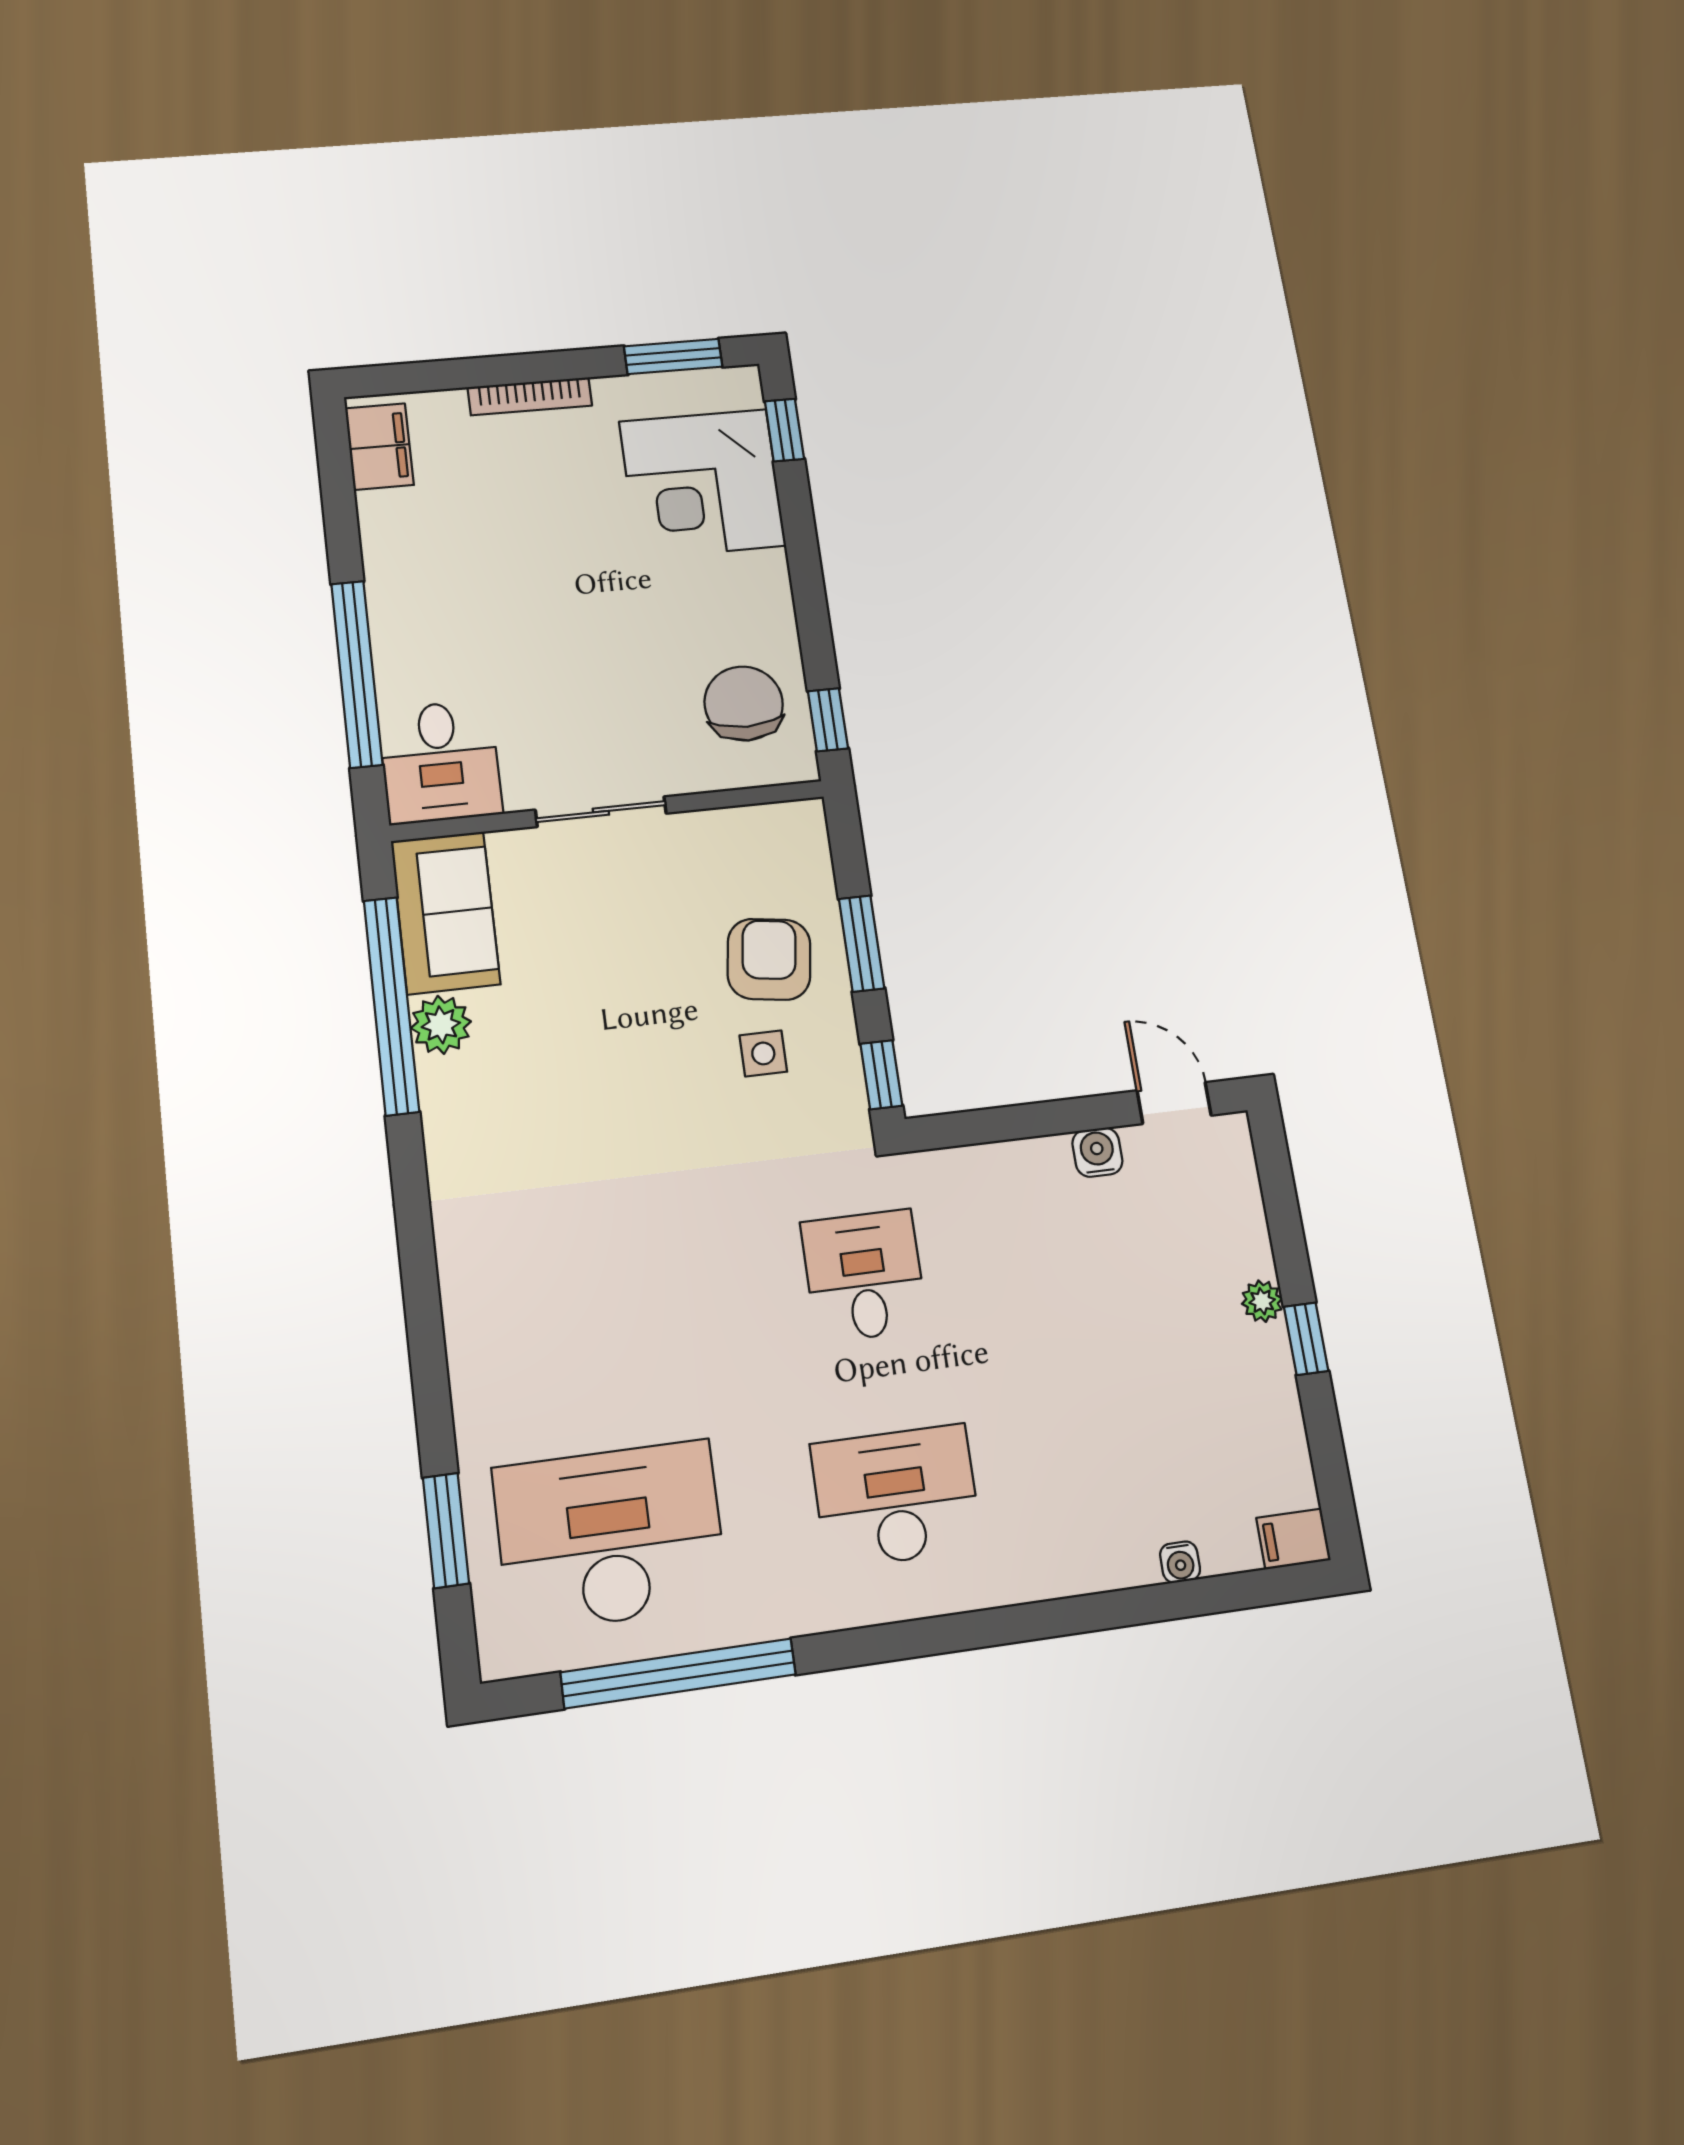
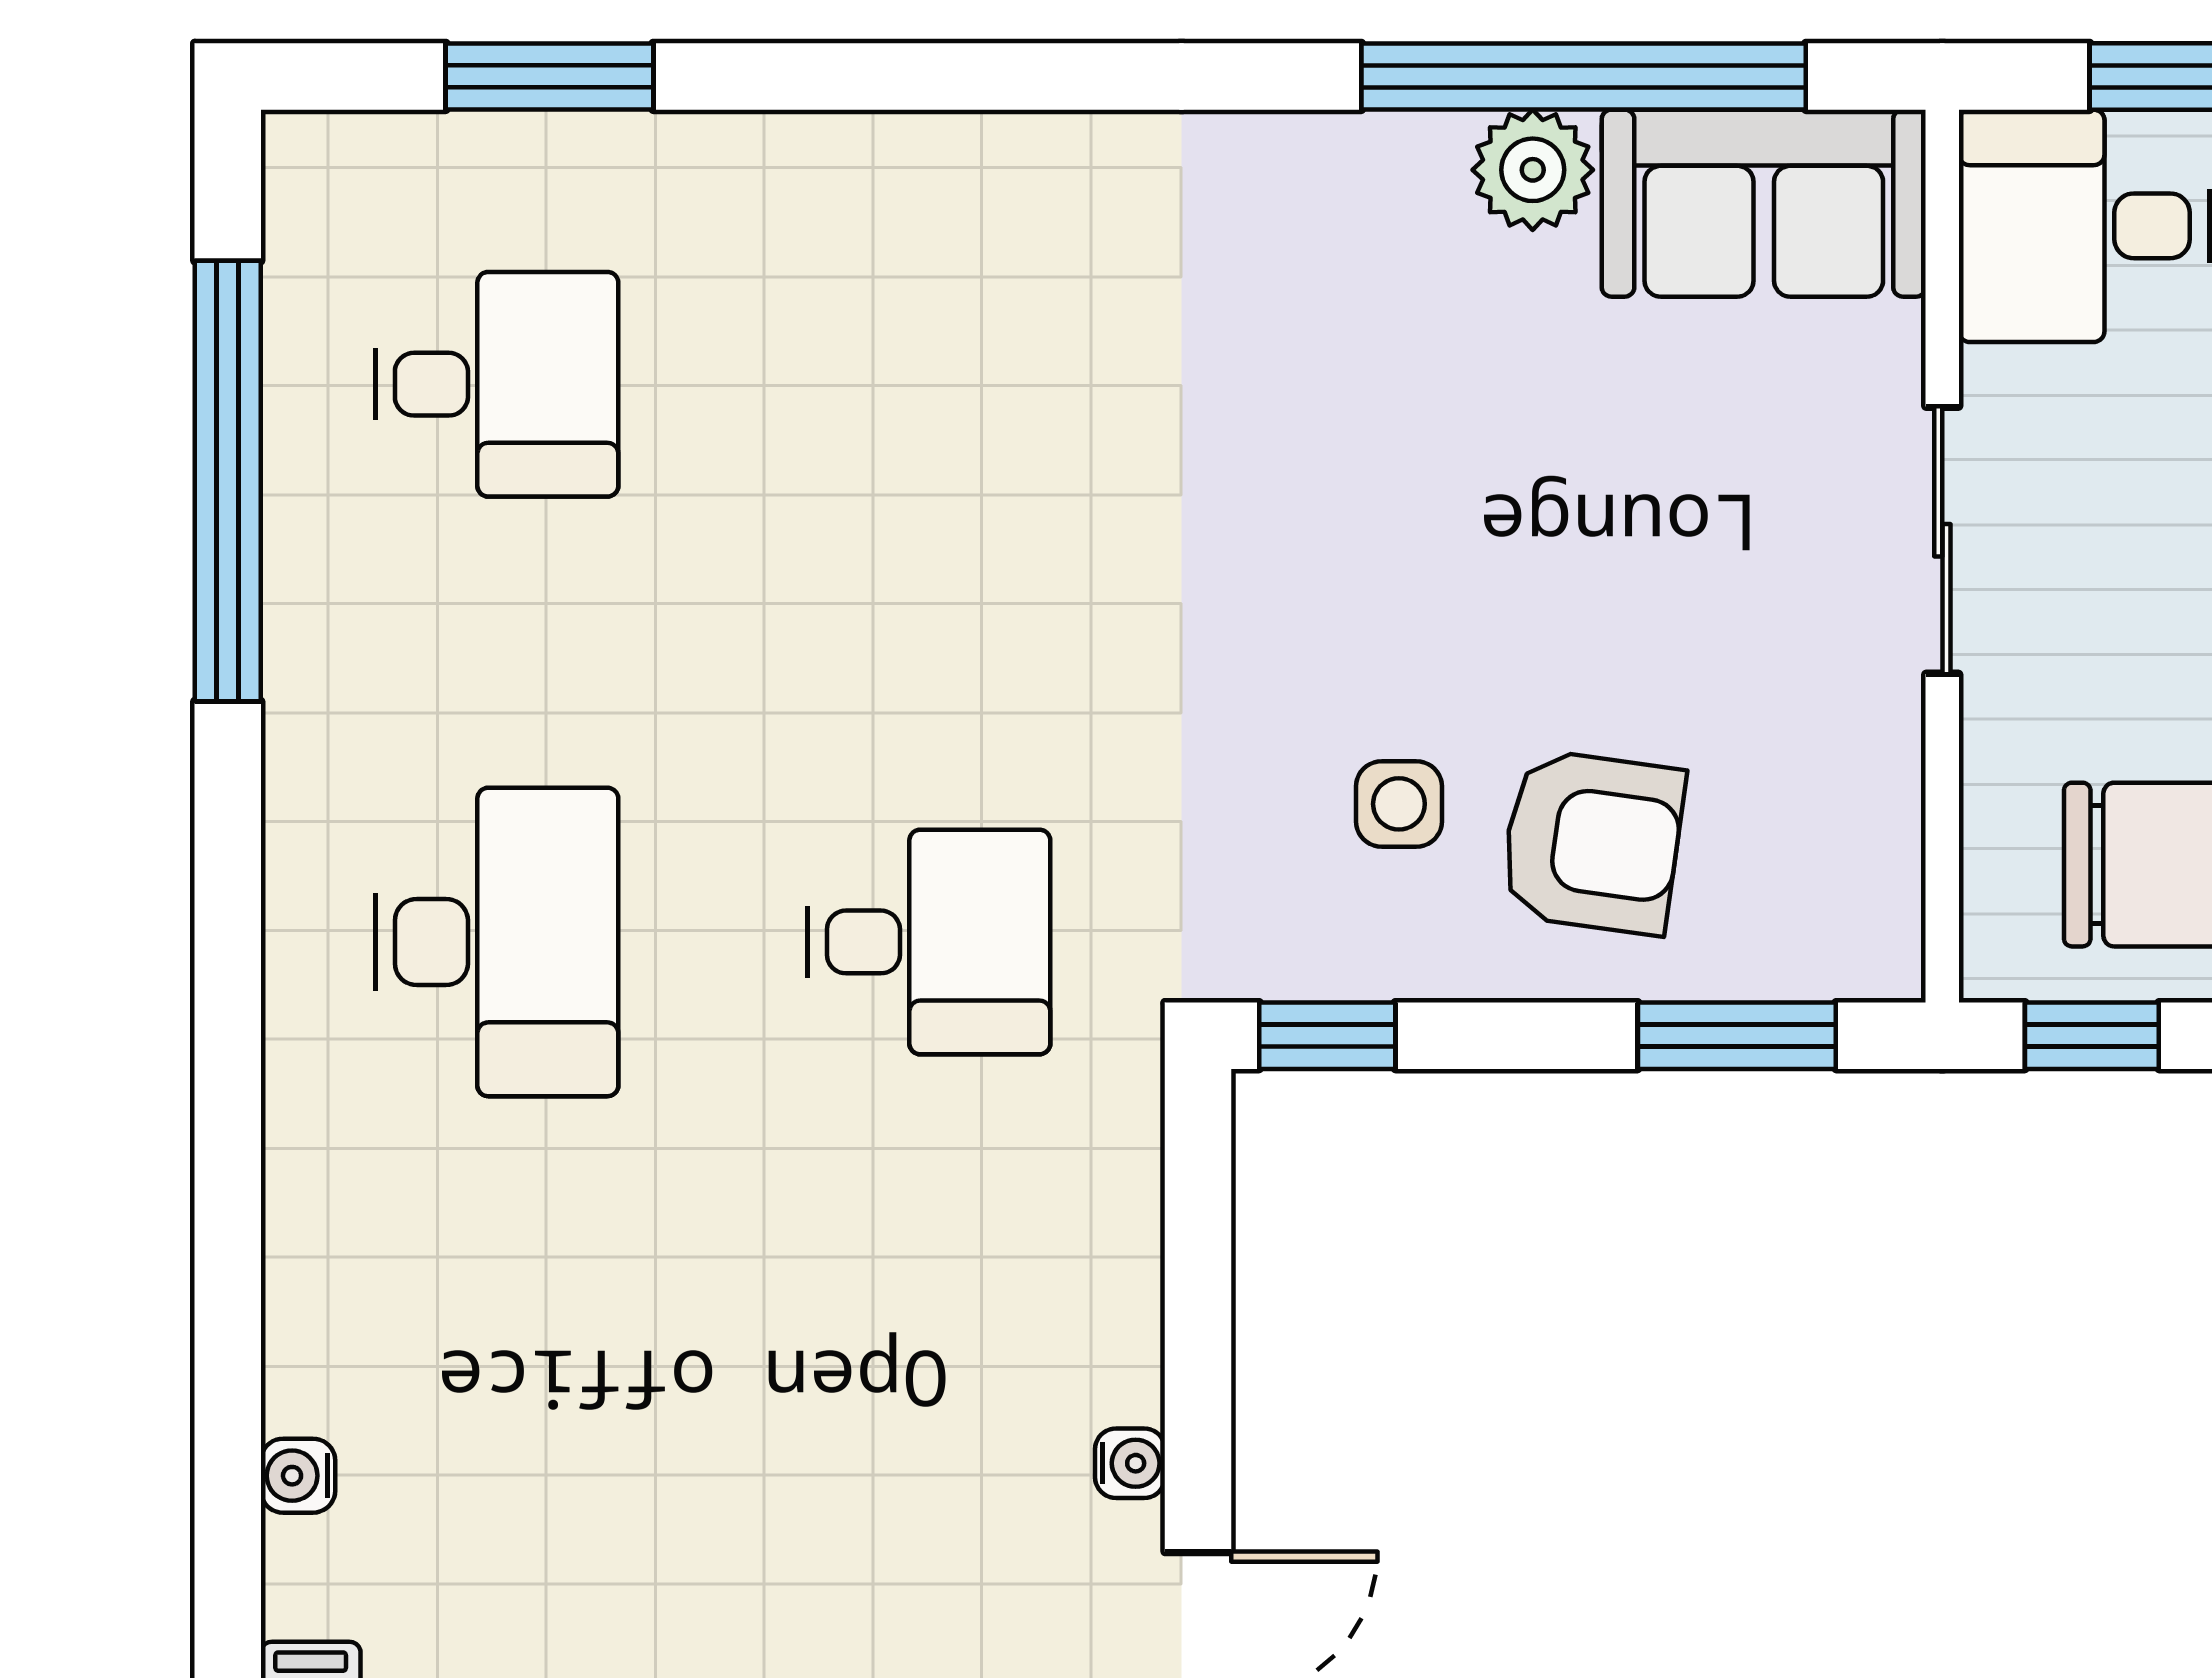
window: (862, 944) -> (1737, 1036), moved
water cooler: (1097, 1152) -> (1130, 1463), width x0.72, depth x0.72
desk: (610, 1536) -> (497, 384), width x0.53, depth x0.77

